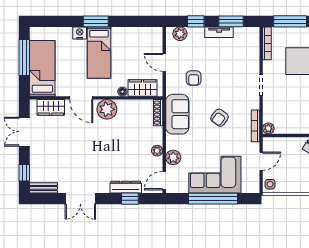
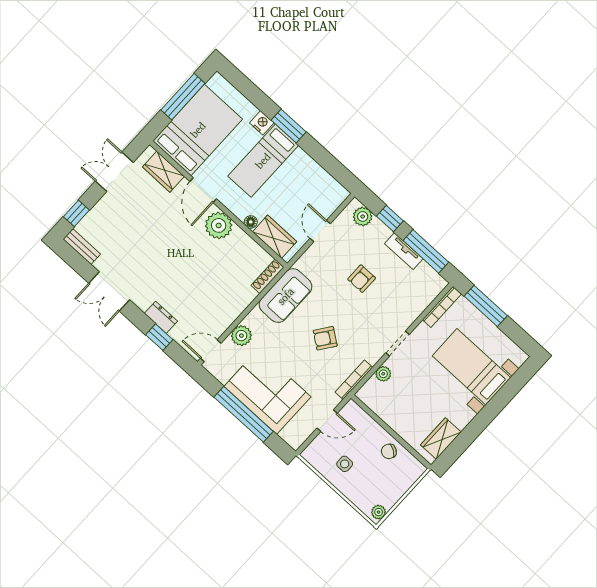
window: (231, 21) -> (426, 251), width x1.44
bed: (42, 68) -> (198, 130), width x1.50
armchair: (194, 78) -> (362, 279), moved
plant: (268, 128) -> (383, 374), moved
plant: (157, 151) -> (231, 314), removed
side table: (270, 184) -> (345, 464), moved
dresser: (126, 187) -> (161, 317), width x0.70

